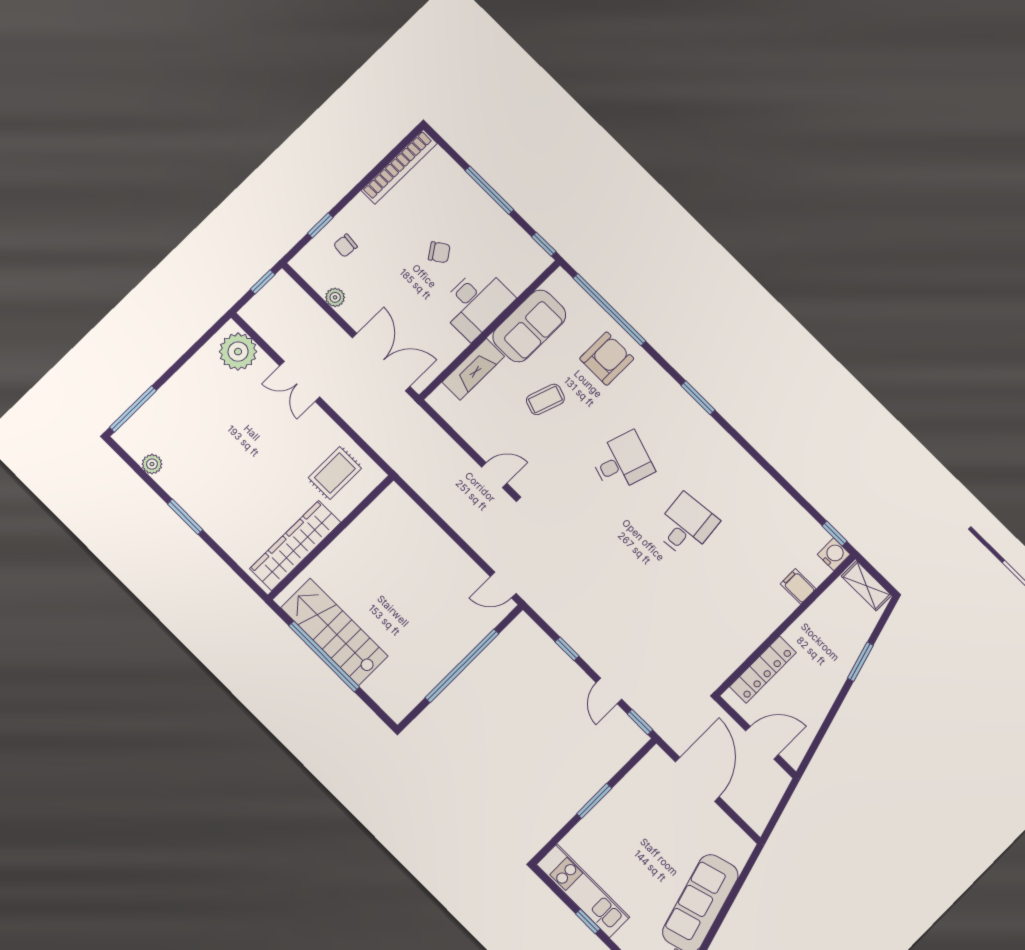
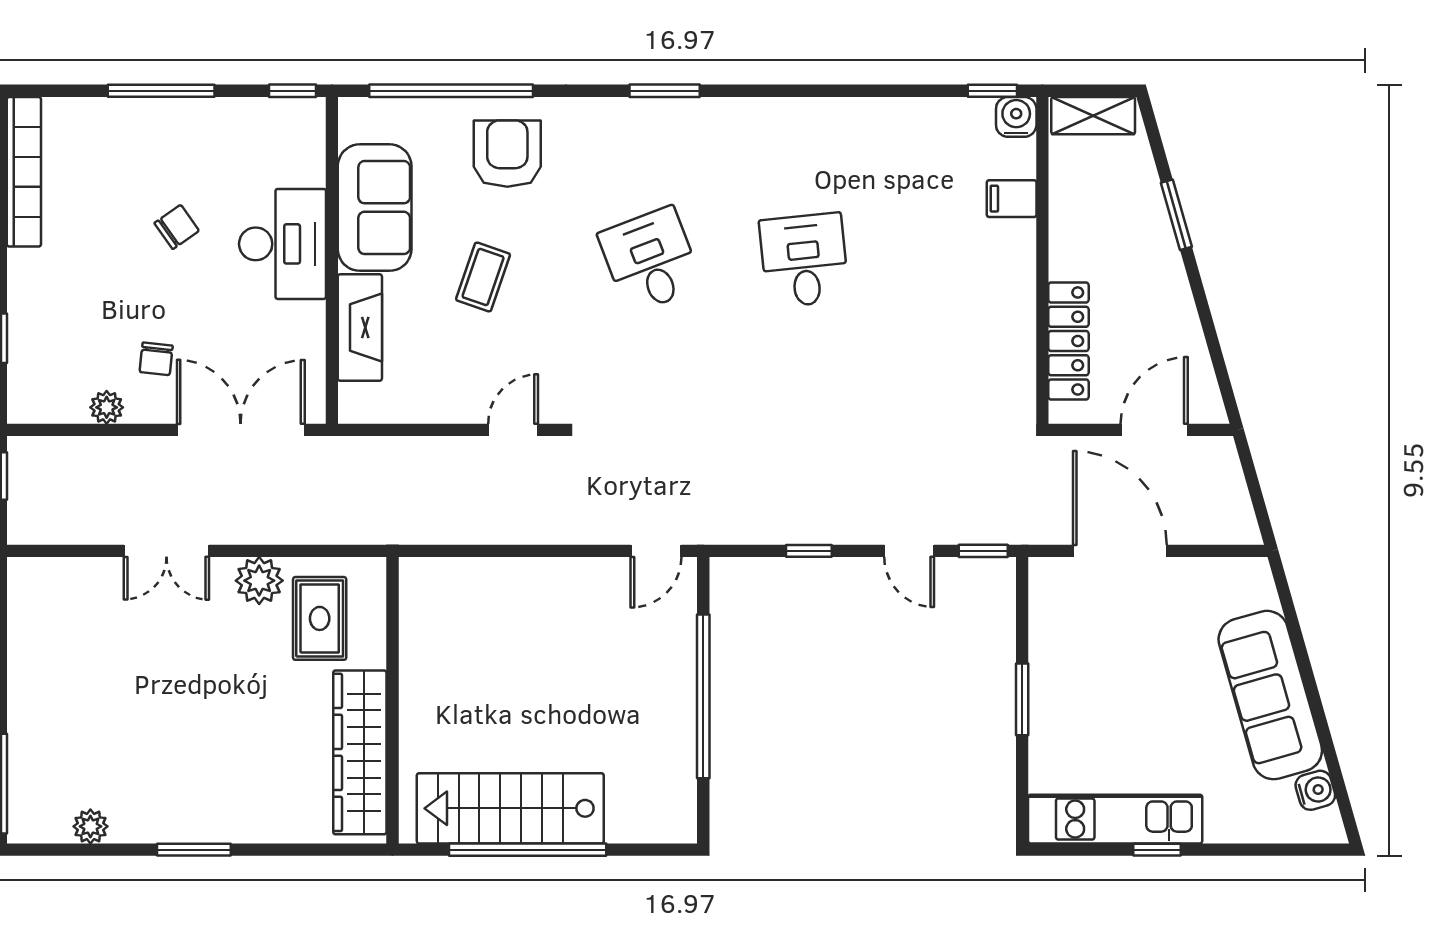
chair: (345, 246) -> (156, 359), moved
plant: (238, 352) -> (259, 581), moved, width x0.73, depth x0.73
desk: (622, 462) -> (650, 260), turned -39

